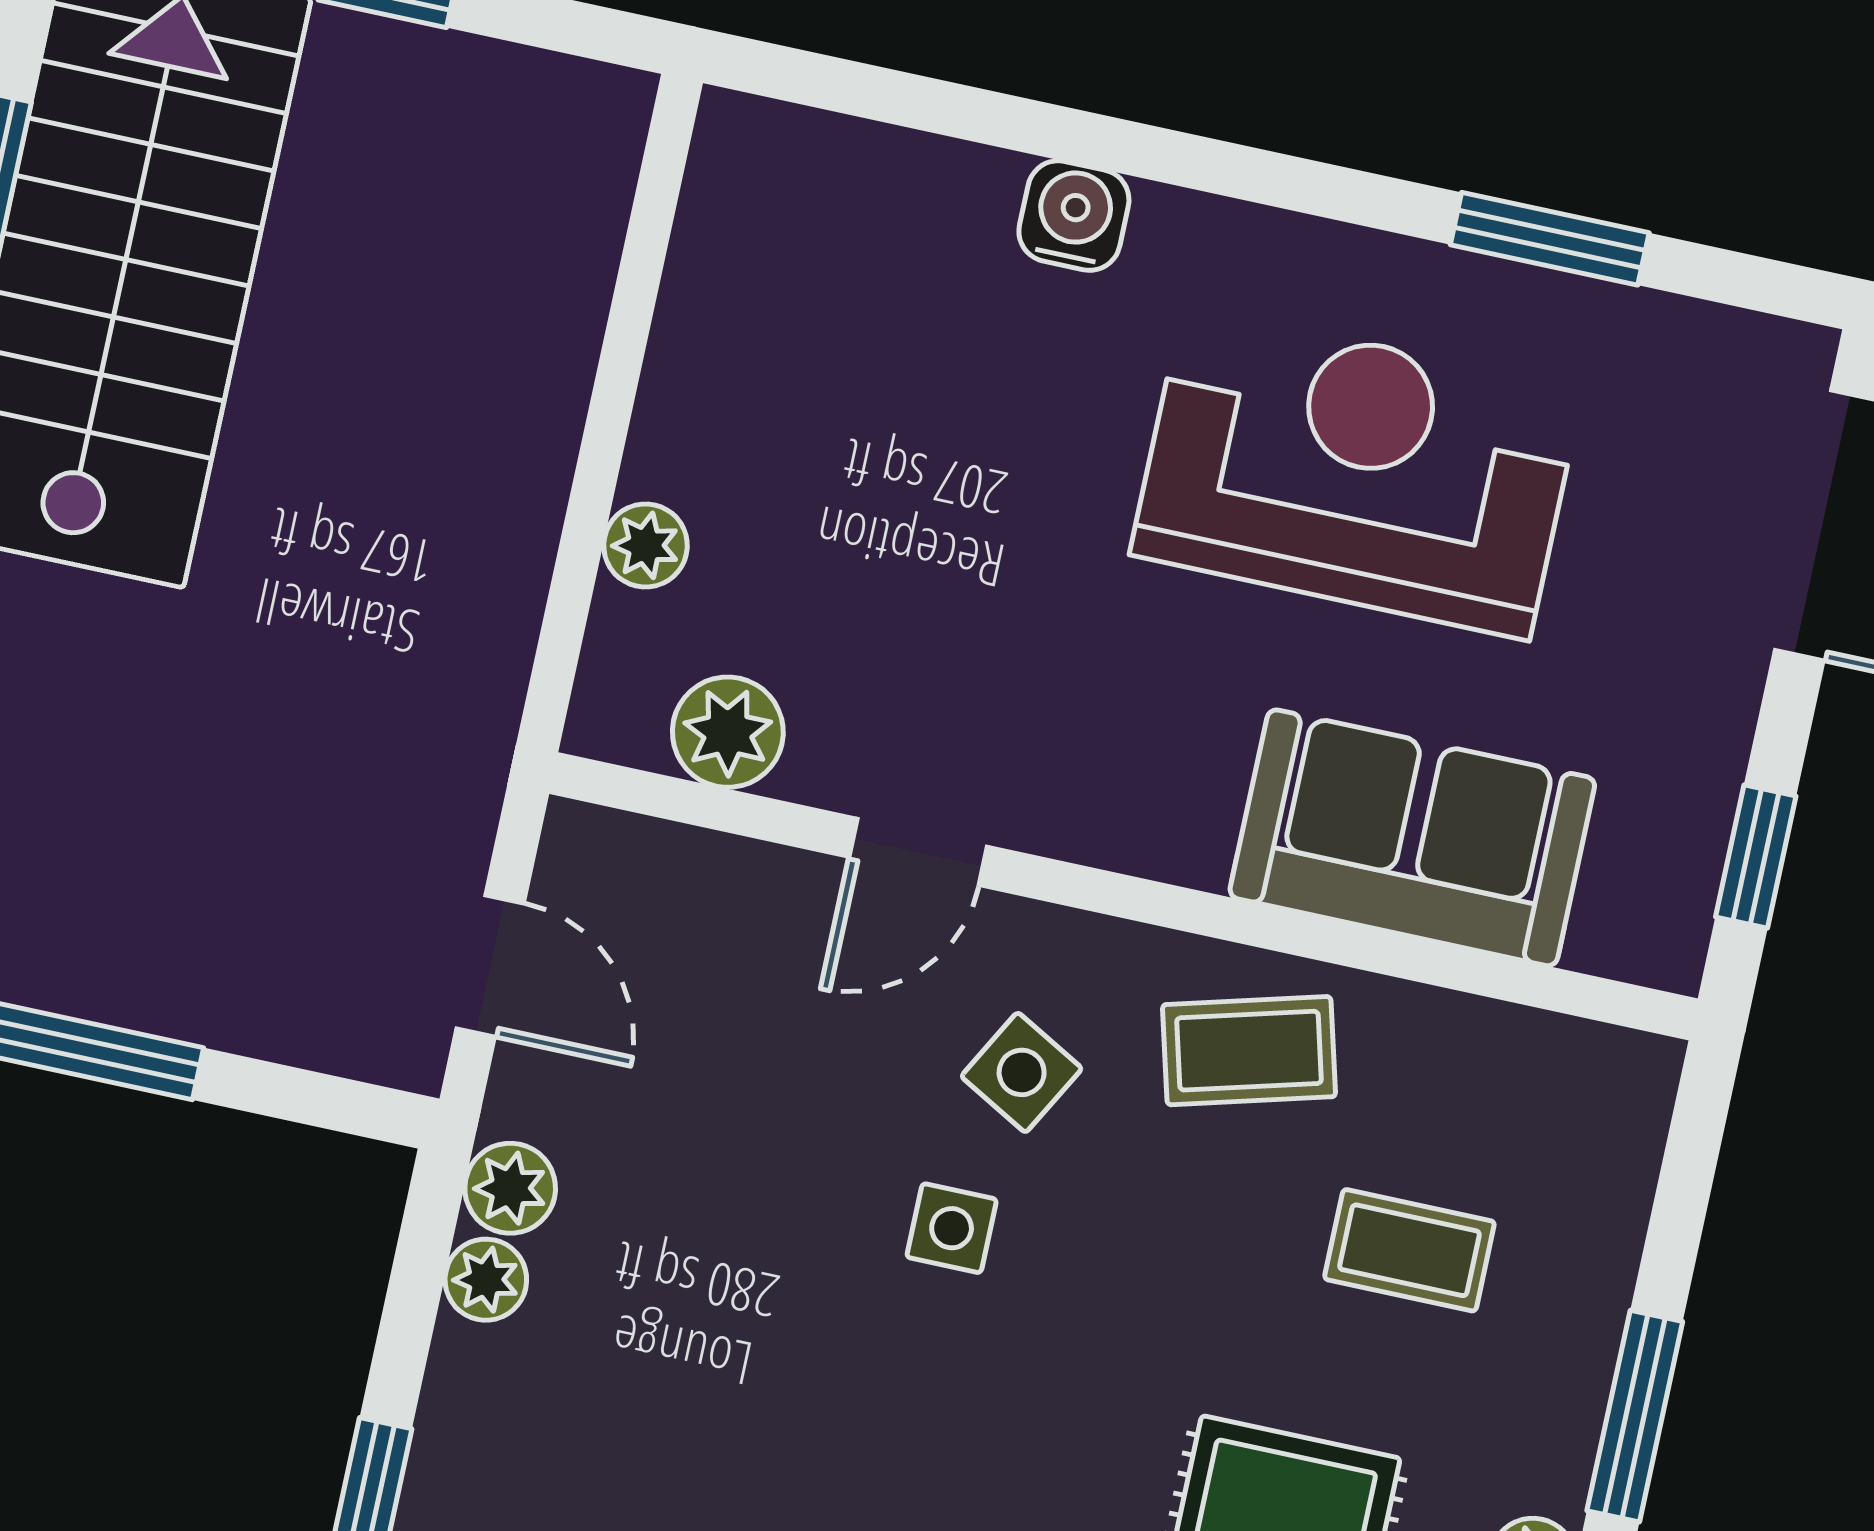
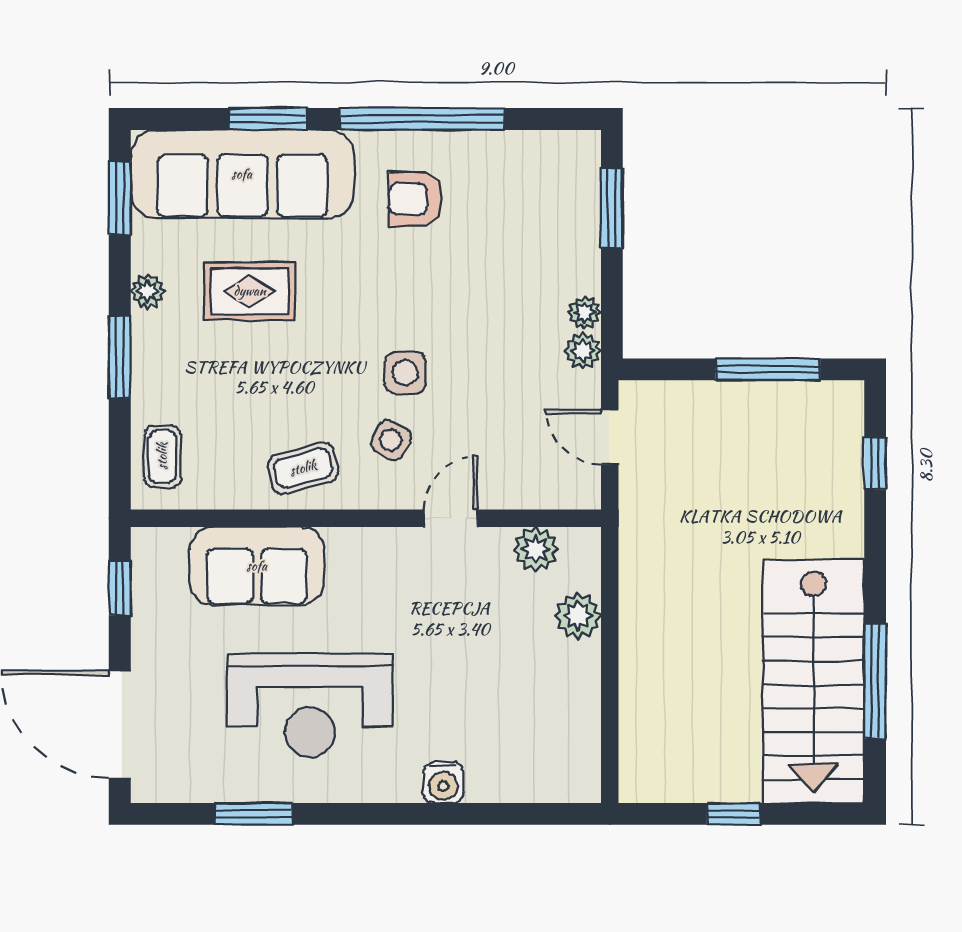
plant: (646, 546) -> (578, 616), width x1.38, depth x1.38
side table: (952, 1228) -> (405, 373), width x1.37, depth x1.37
coffee table: (1409, 1250) -> (162, 456), moved, turned 90

